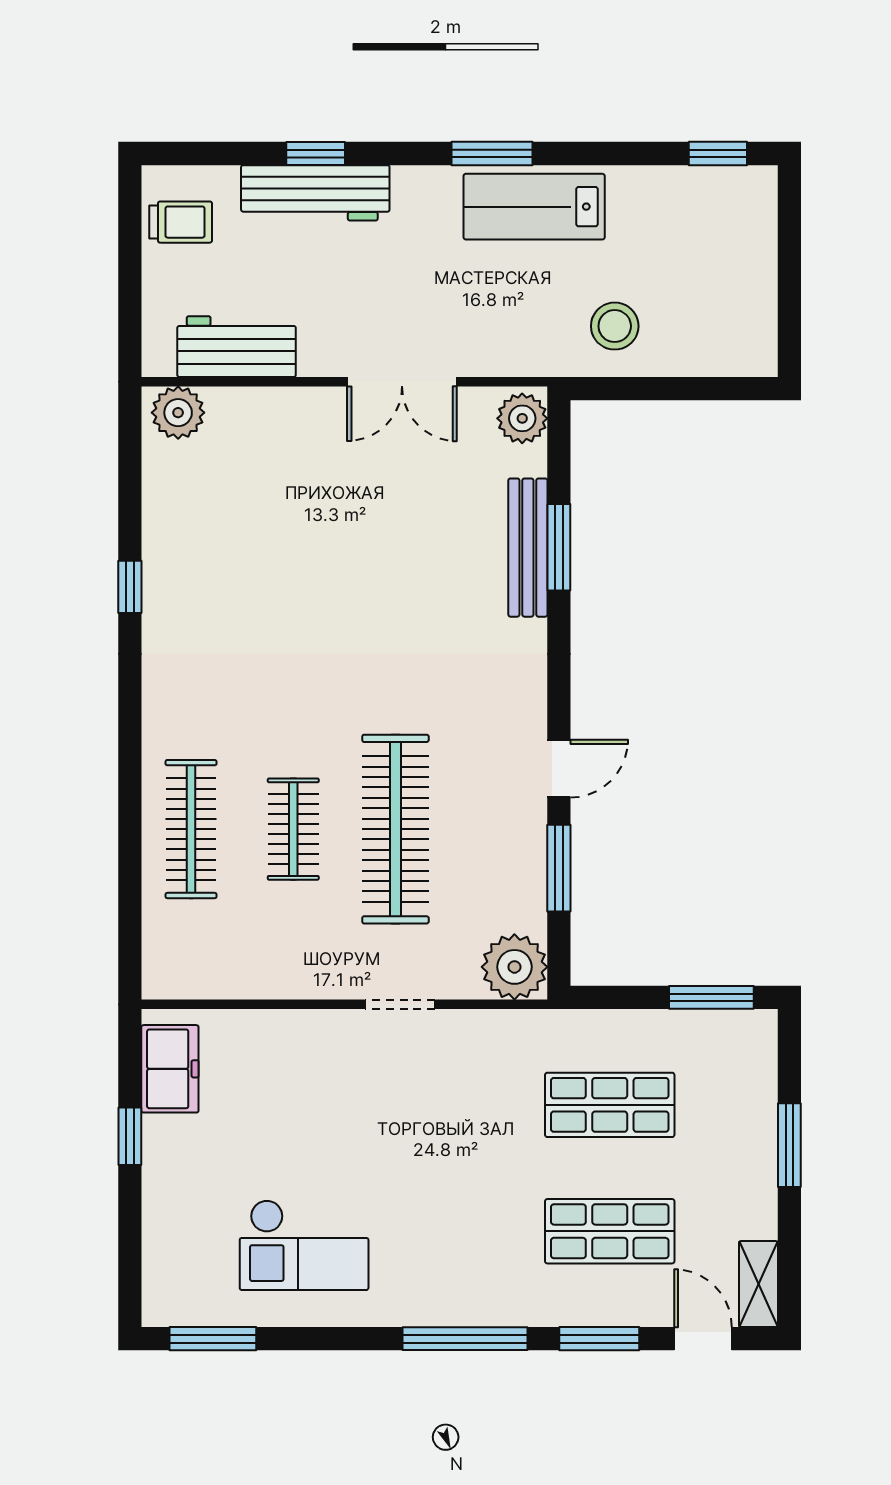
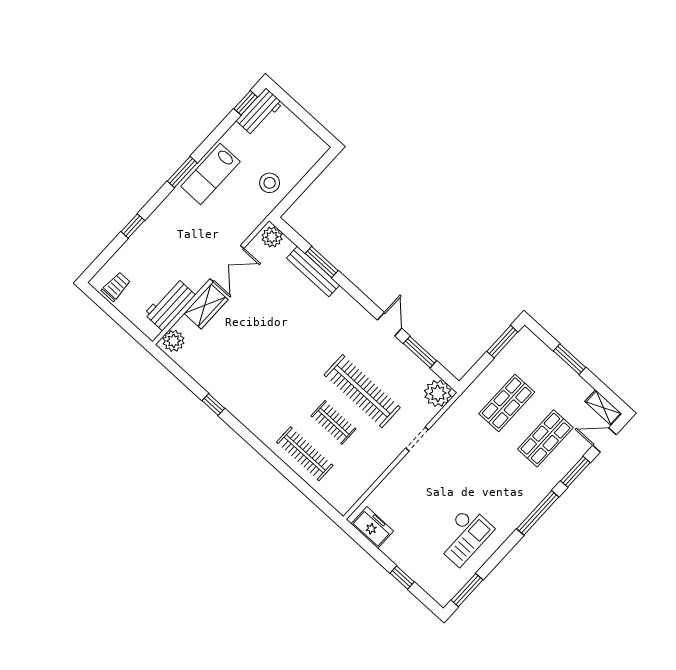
workbench: (315, 193) -> (259, 112), moved, width x0.73
wardrobe: (292, 414) -> (206, 306), added
window: (130, 1136) -> (402, 577), moved

